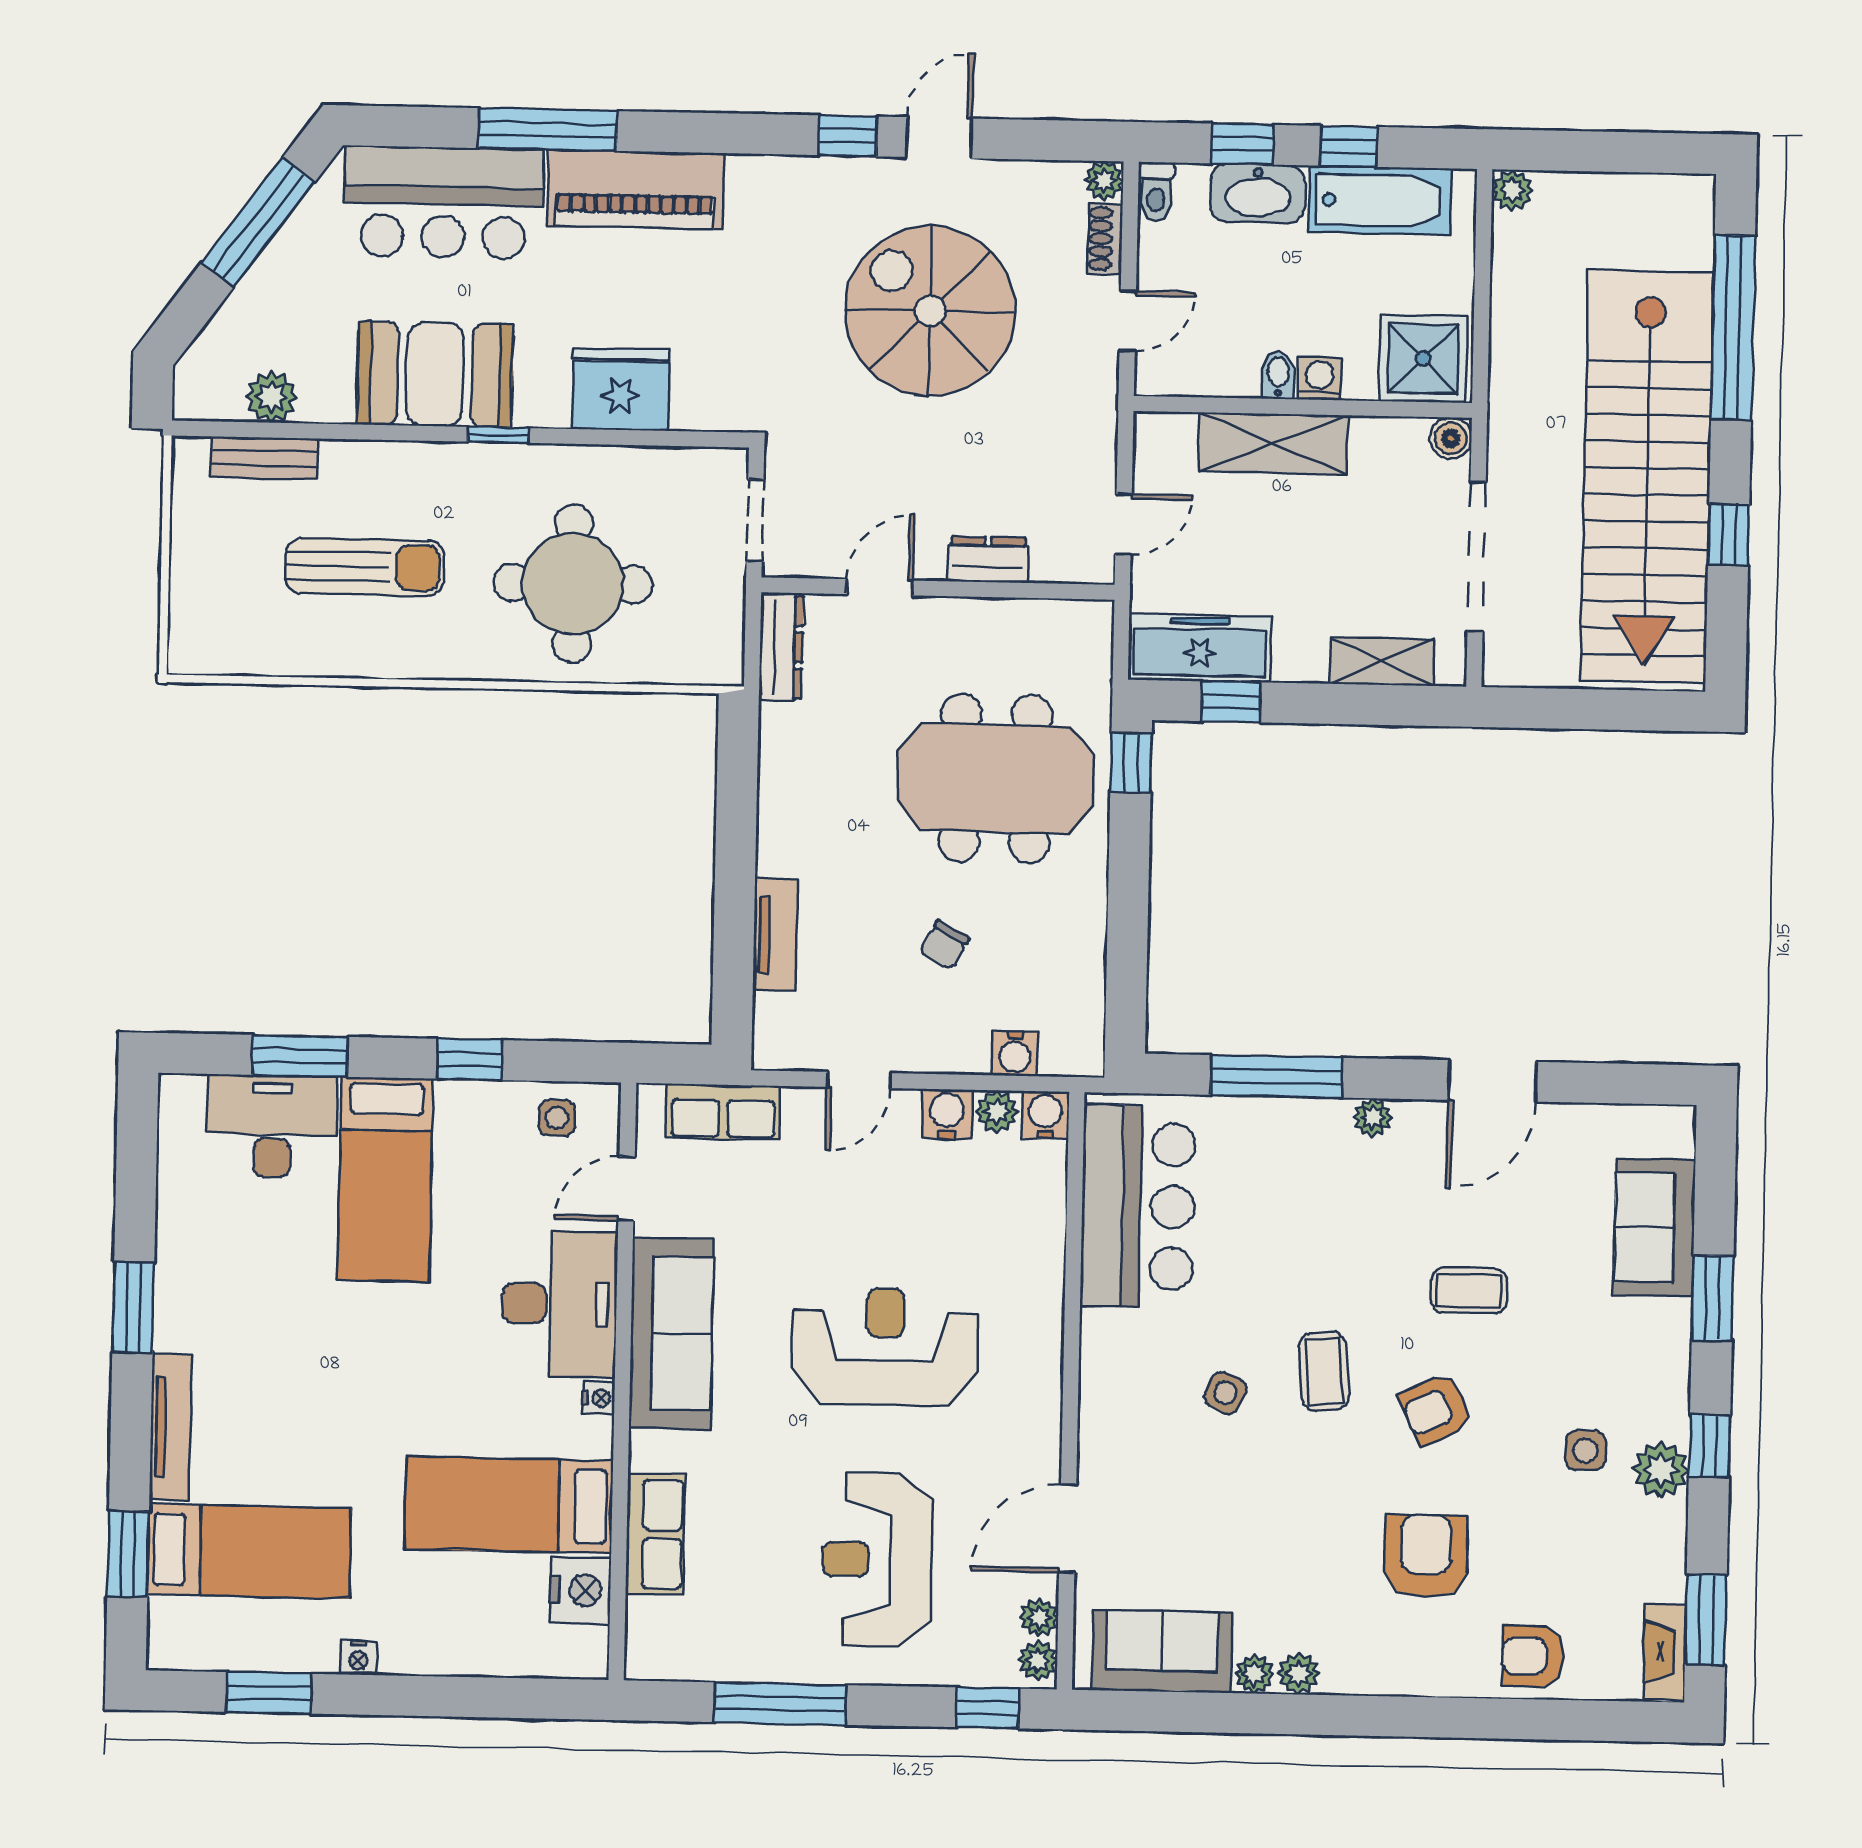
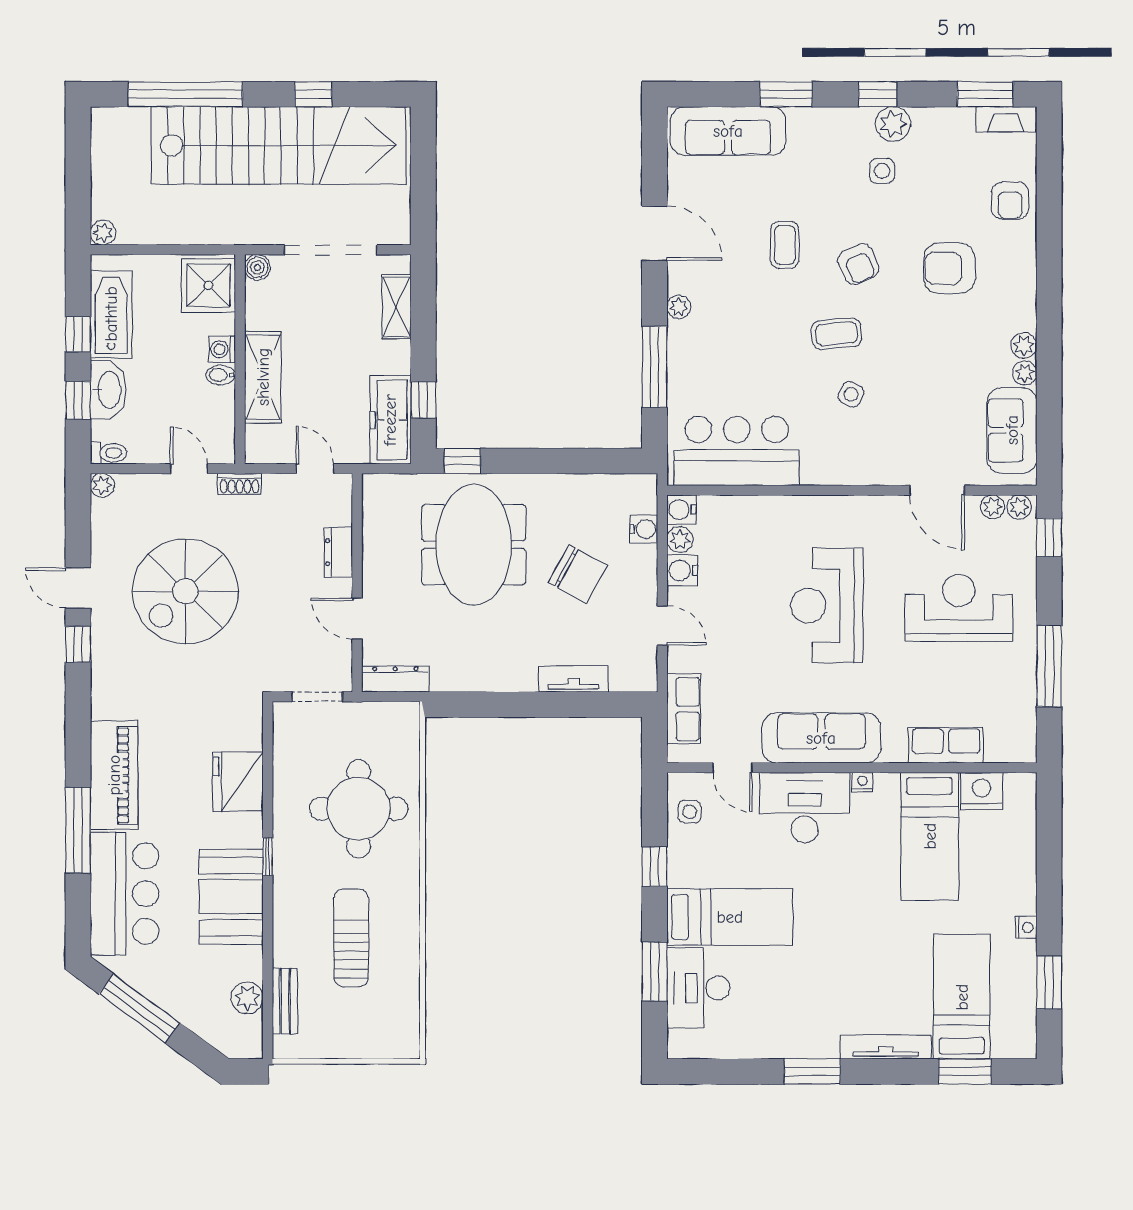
shoe rack: (1105, 239) -> (240, 484), moved
chair: (944, 945) -> (578, 574), width x1.87, depth x1.87
sofa: (1654, 1228) -> (728, 131), width x1.36
reception desk: (877, 1559) -> (959, 608), turned 180

